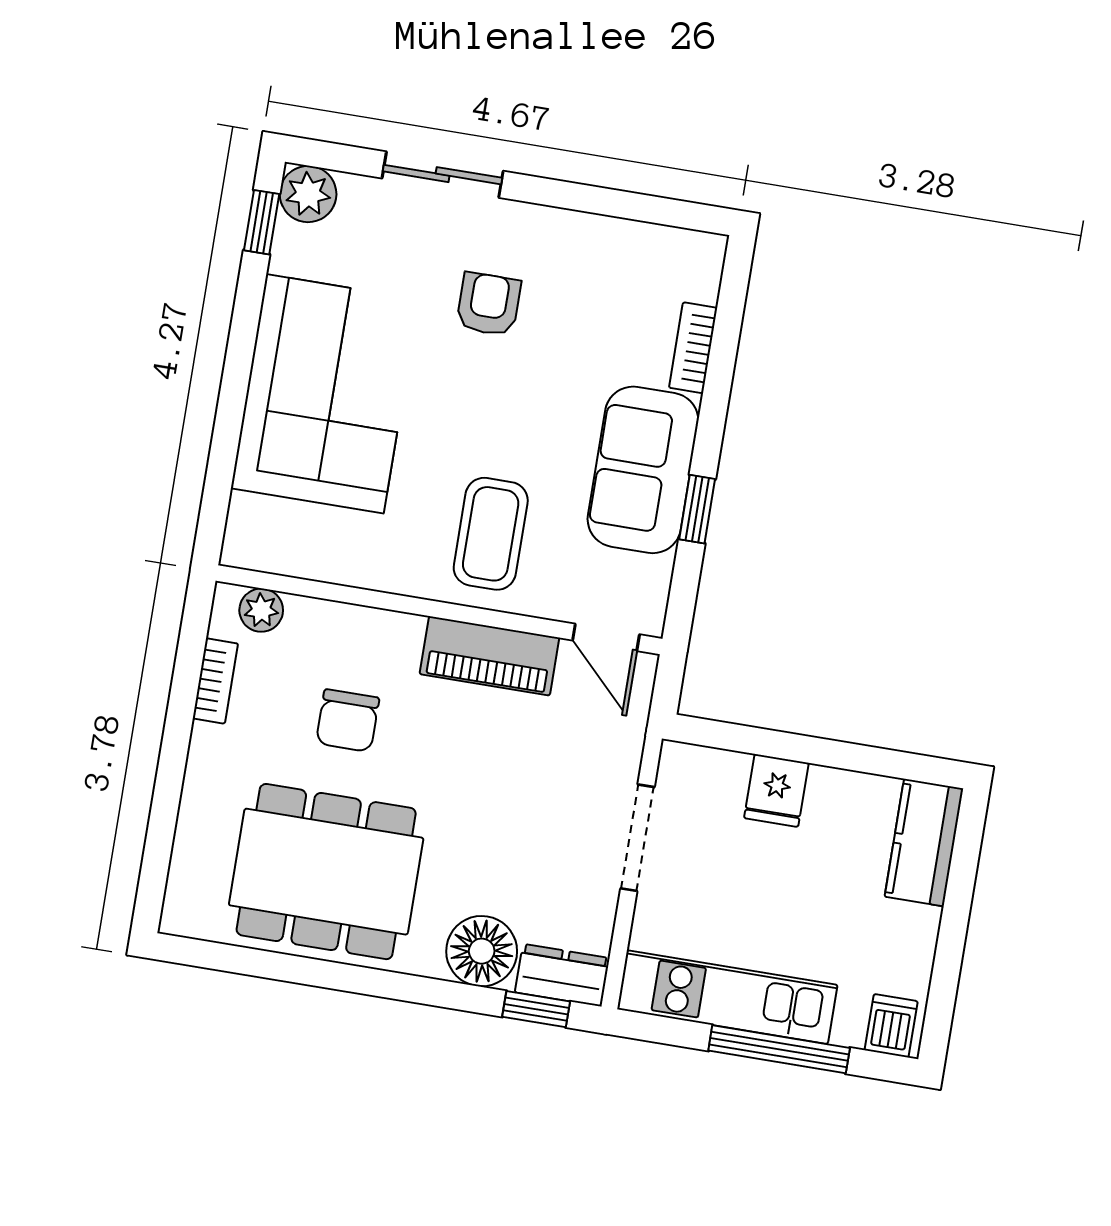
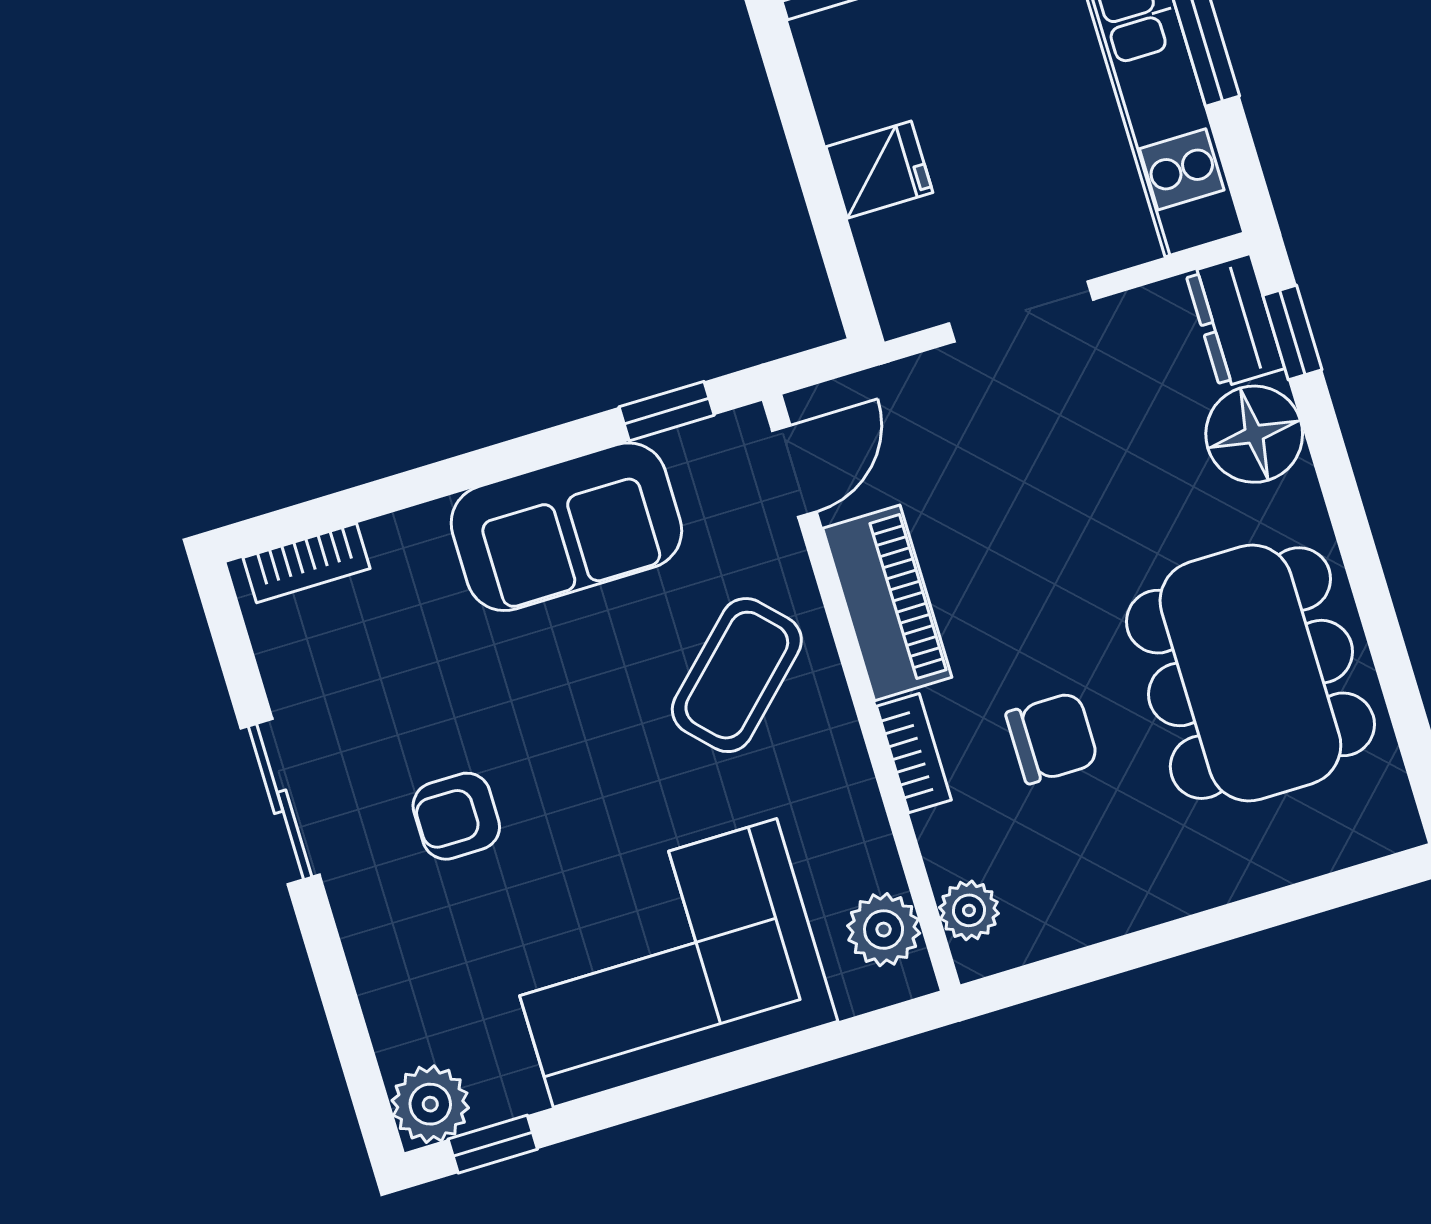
sliding door: (443, 175) -> (280, 802), moved
bookcase: (693, 348) -> (307, 563), moved
window: (697, 509) -> (667, 411), moved
coffee table: (491, 534) -> (737, 675), turned -44
plant: (276, 548) -> (884, 930), added
bookcase: (215, 681) -> (914, 753), moved, turned 90

